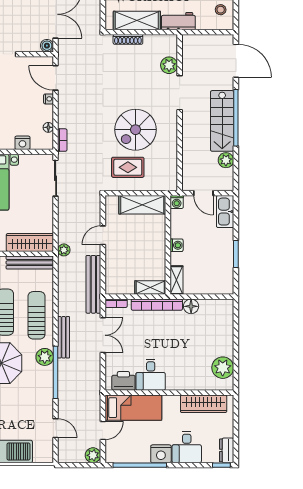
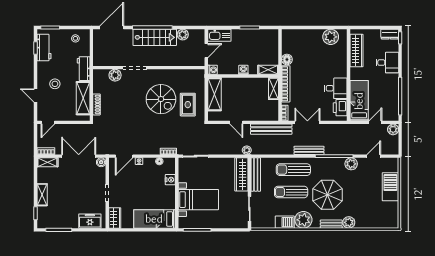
plant: (45, 357) -> (351, 164), moved
door: (103, 430) -> (375, 122), hinge flipped
nightstand: (161, 454) -> (392, 81), removed

